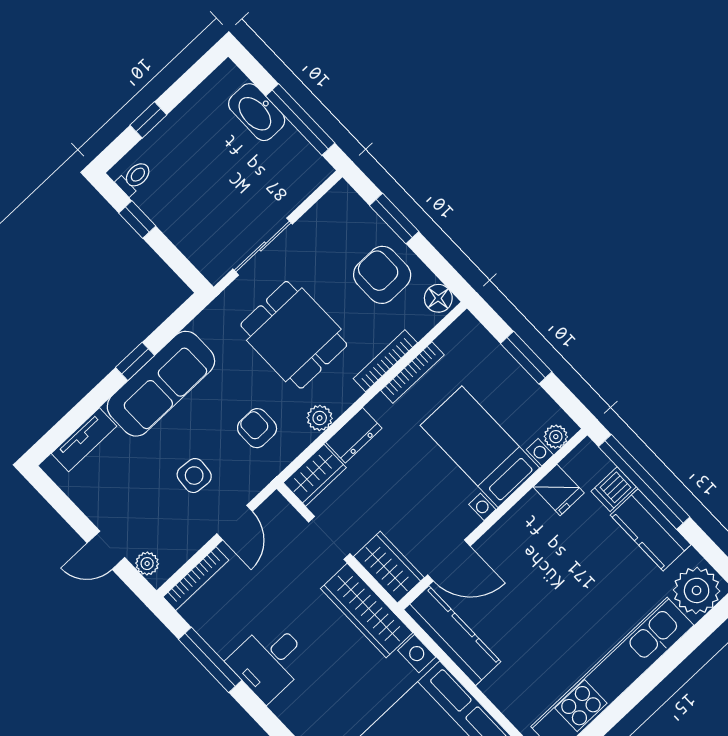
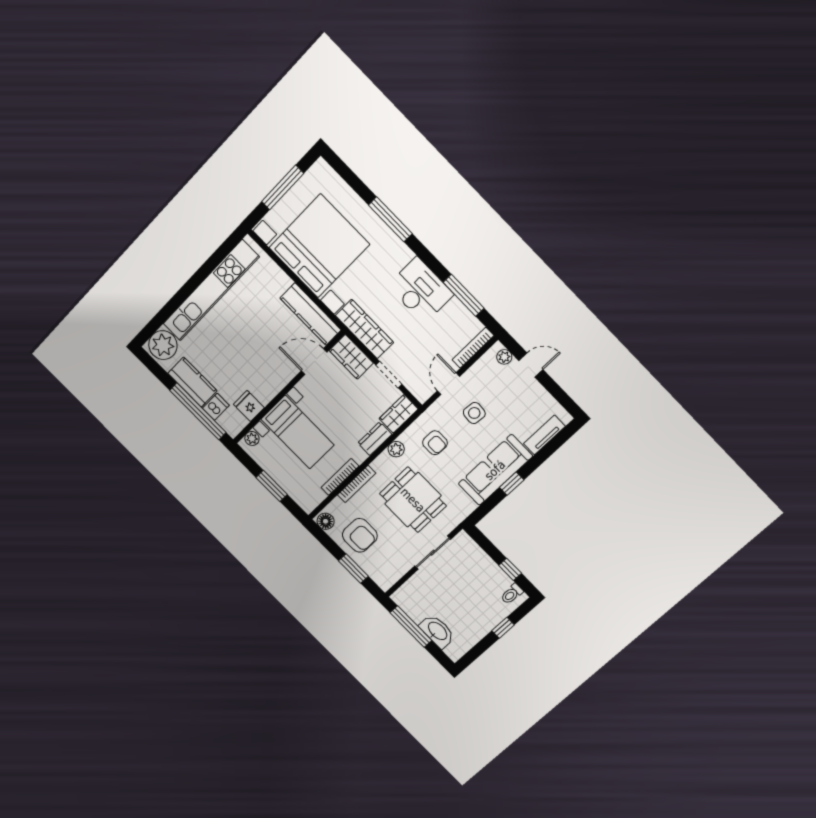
desk: (269, 661) -> (421, 290), width x1.37

